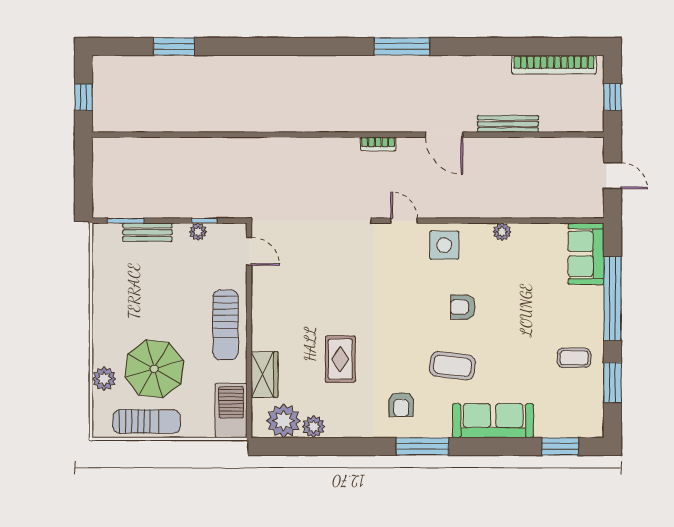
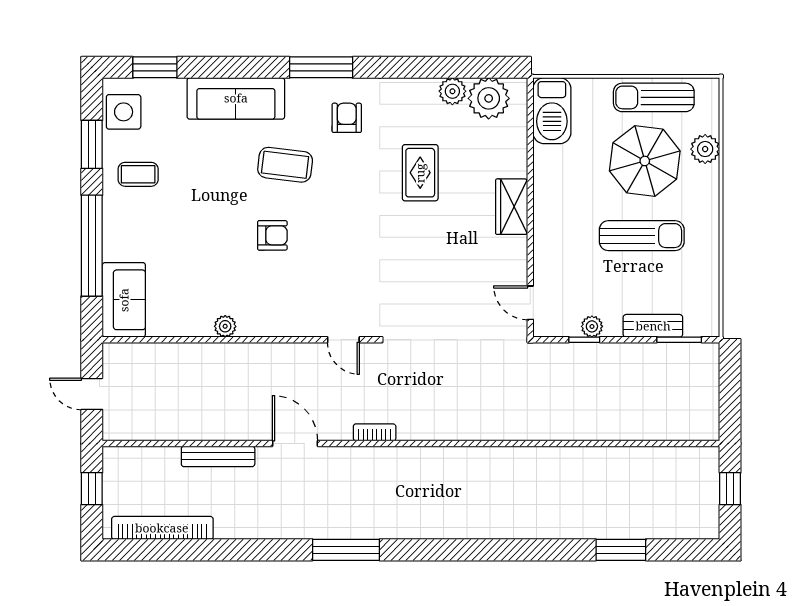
side table: (444, 245) -> (124, 112), moved
sun lounger: (226, 325) -> (642, 236), moved, turned 90
wardrobe: (265, 375) -> (512, 207), moved

